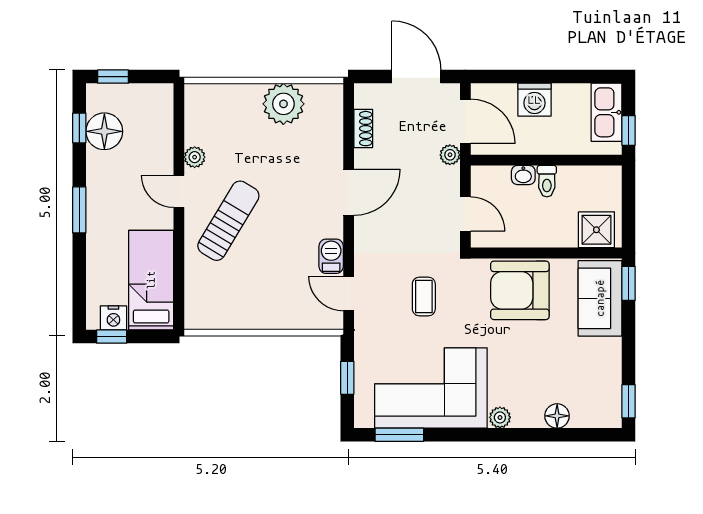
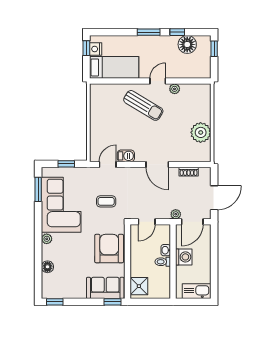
washing machine: (534, 100) -> (184, 257), moved, turned 180
window: (79, 128) -> (177, 32), moved
window: (629, 130) -> (188, 302), removed

